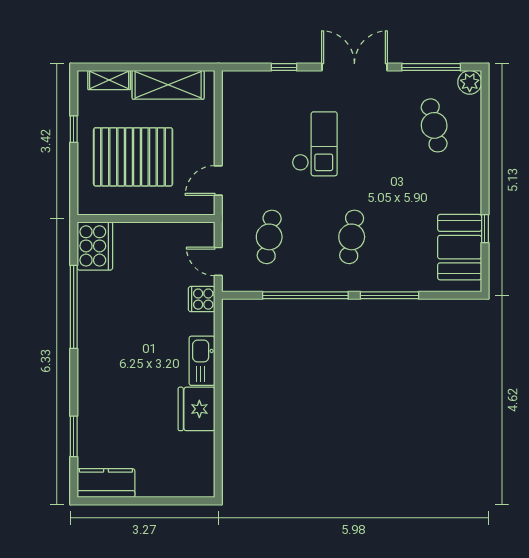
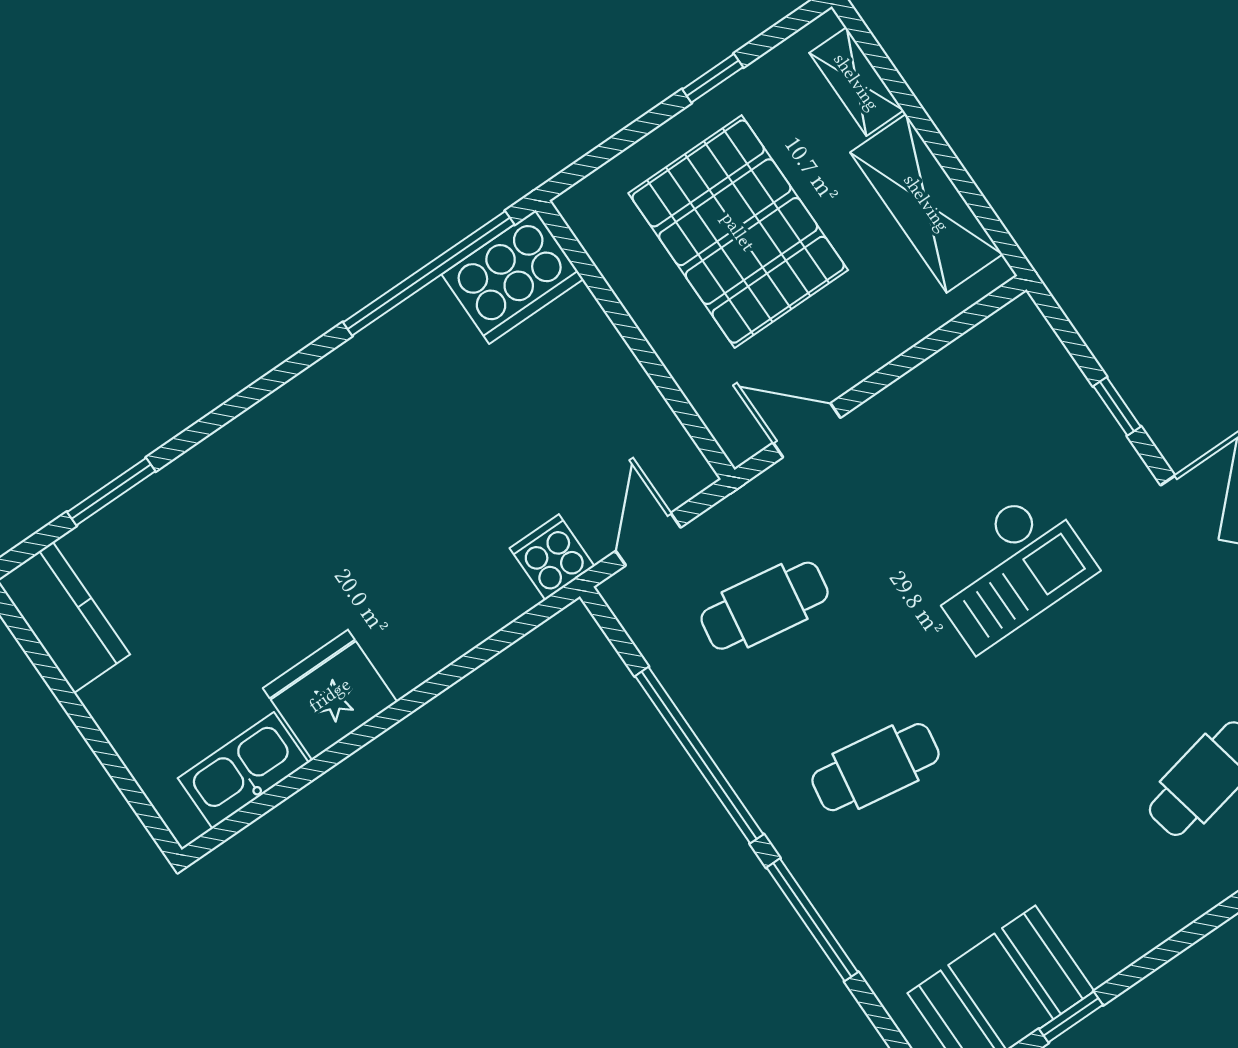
window: (74, 307) -> (429, 273), moved
kitchen sink: (202, 361) -> (243, 770), moved

